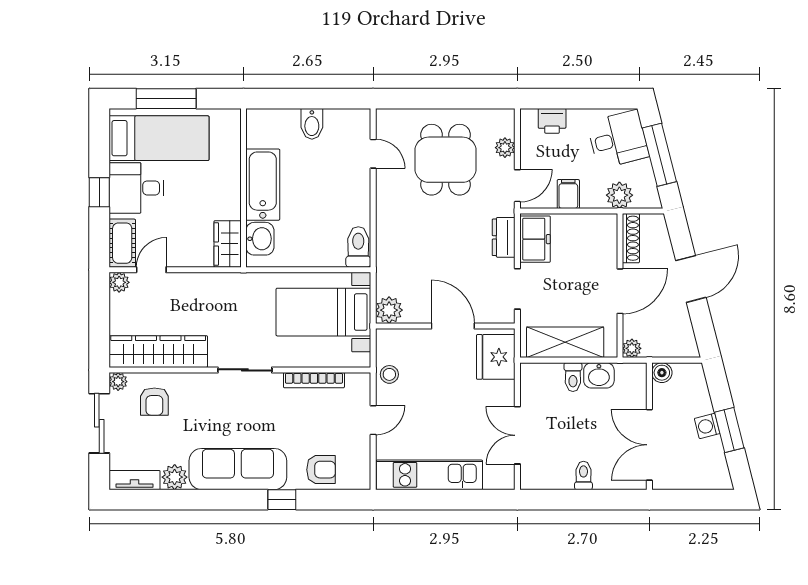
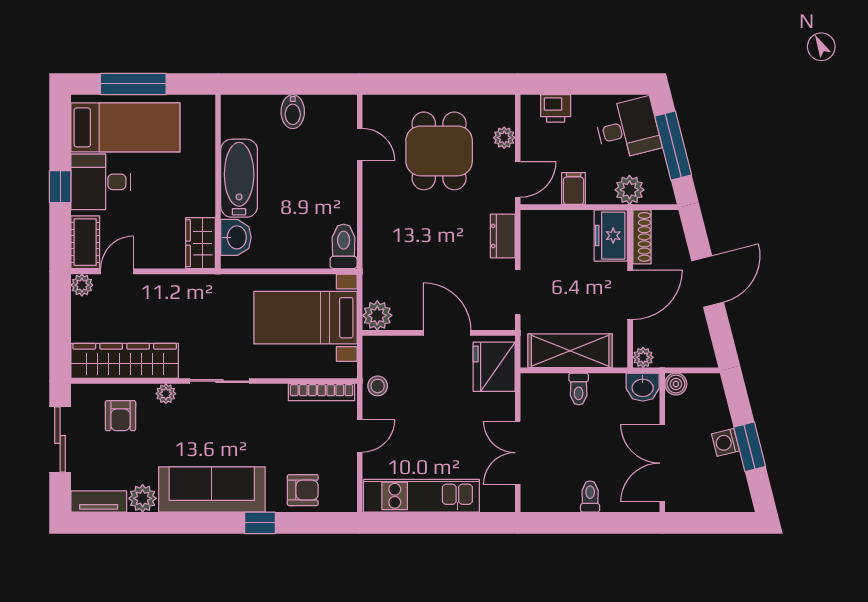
freezer: (535, 239) -> (611, 236), moved, turned 180
washbasin: (599, 375) -> (643, 387), moved
bookcase: (314, 380) -> (322, 392), moved
plant: (118, 382) -> (166, 394), moved

